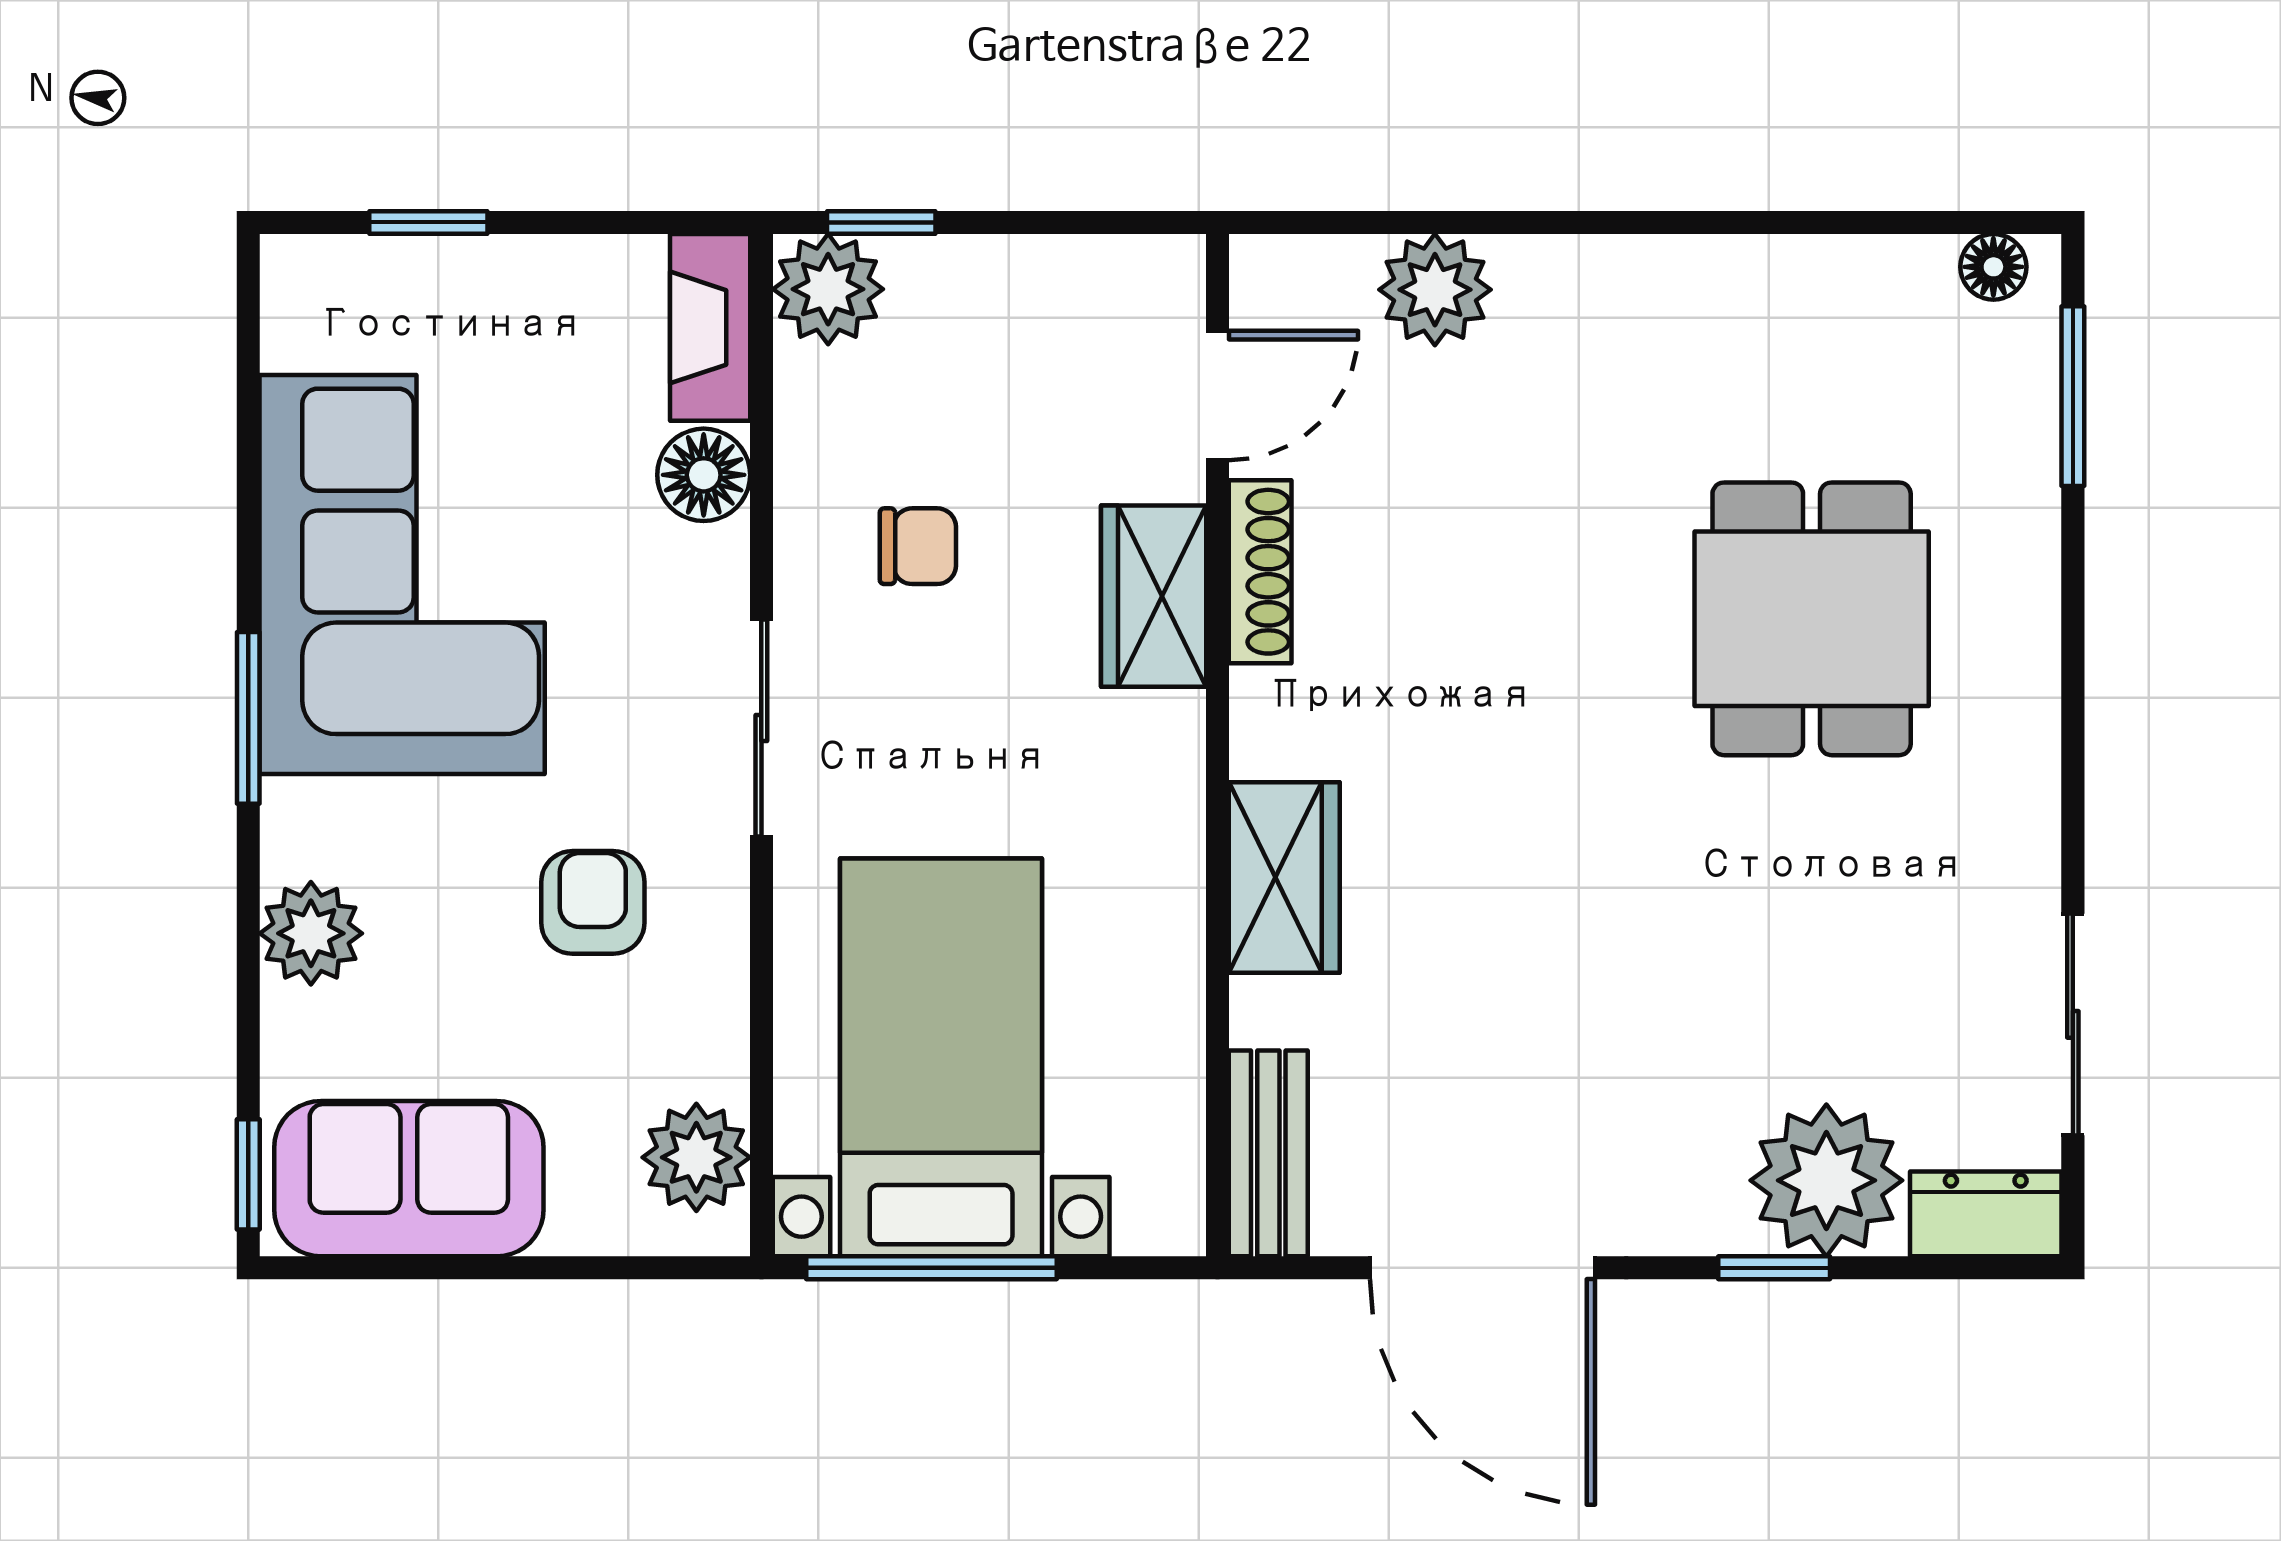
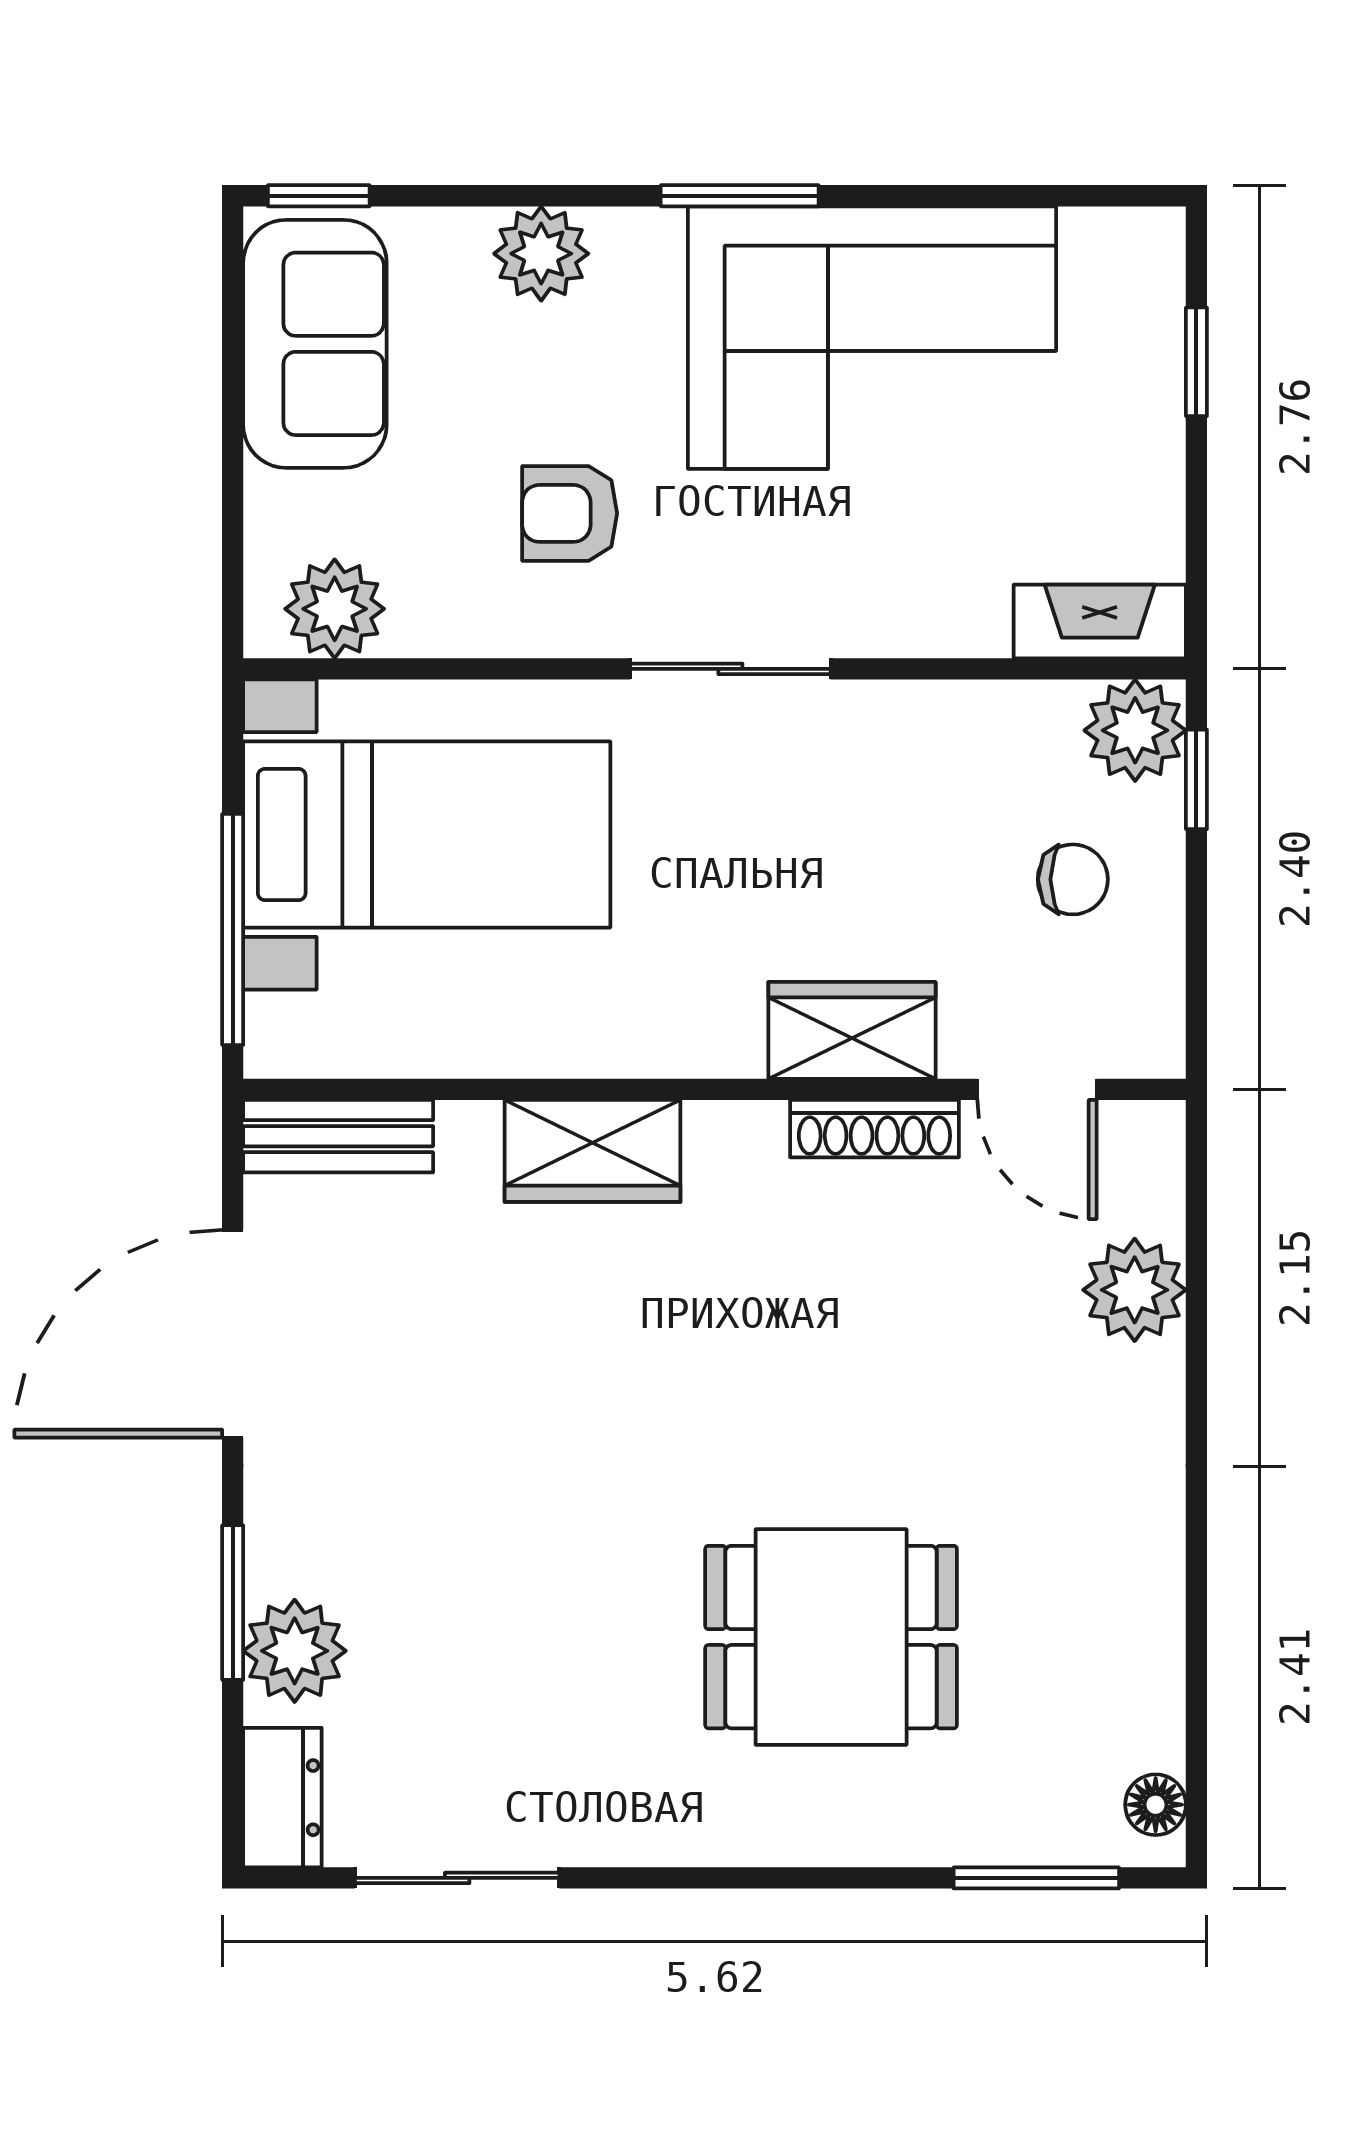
floor lamp: (704, 475) -> (964, 616), removed
chair: (918, 546) -> (1073, 879), moved, turned -90
armchair: (593, 902) -> (570, 513), turned 180
plant: (1826, 1180) -> (295, 1651), width x0.73, depth x0.73
window: (931, 1268) -> (233, 929), moved
window: (1774, 1268) -> (233, 1603), width x1.50

